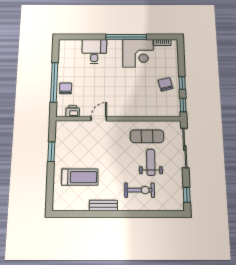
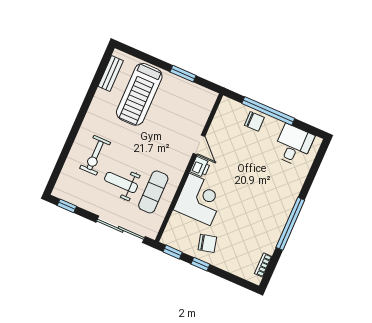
desk: (94, 51) -> (293, 145), moved, turned -90
corner desk: (138, 53) -> (200, 199), moved, turned 180
printer: (73, 111) -> (200, 167), moved
weight bench: (151, 162) -> (121, 182), turned 180
treadmill: (80, 177) -> (139, 94), width x1.37, depth x1.38
bench: (103, 205) -> (111, 73), moved

